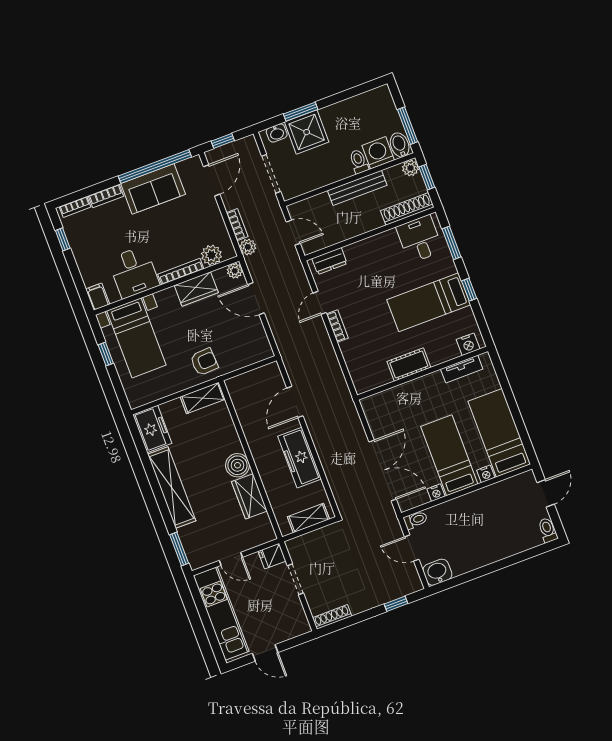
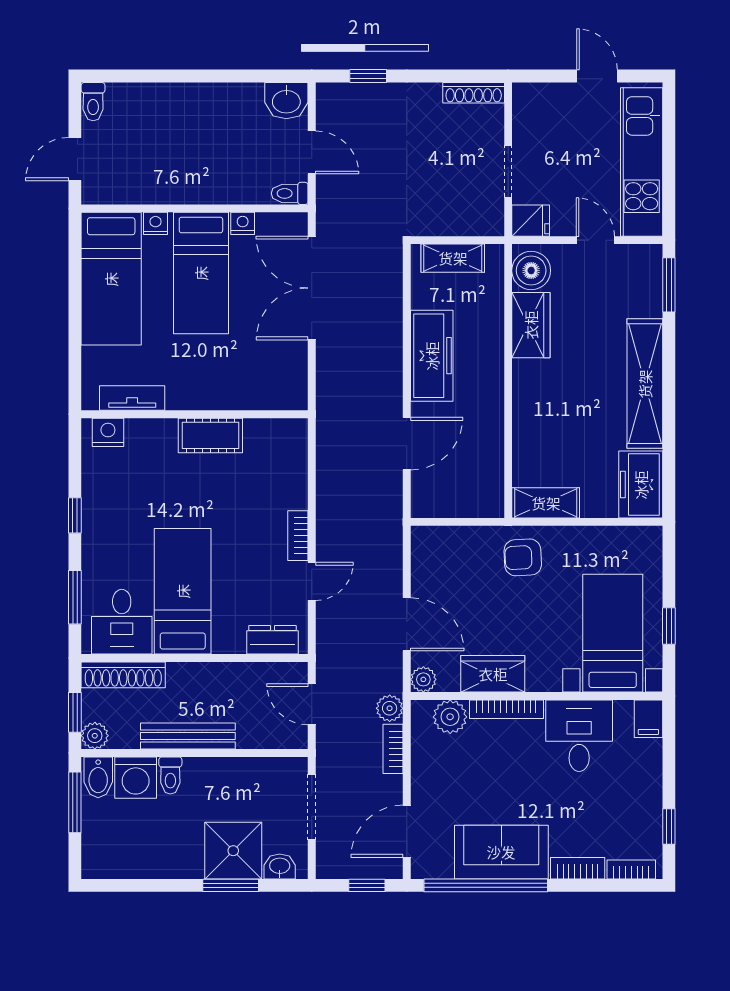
bed: (429, 302) -> (183, 591), moved, turned -90
boiler: (237, 465) -> (531, 271), moved

